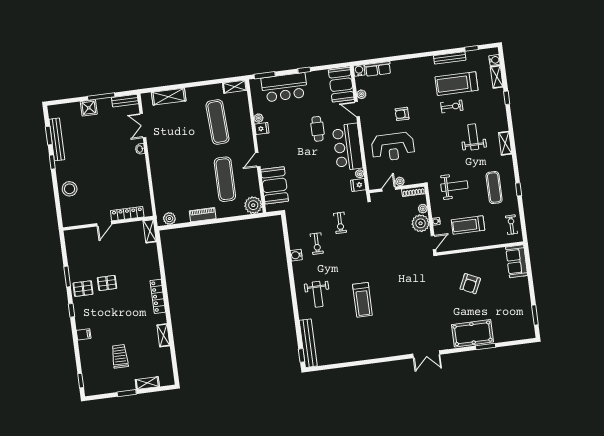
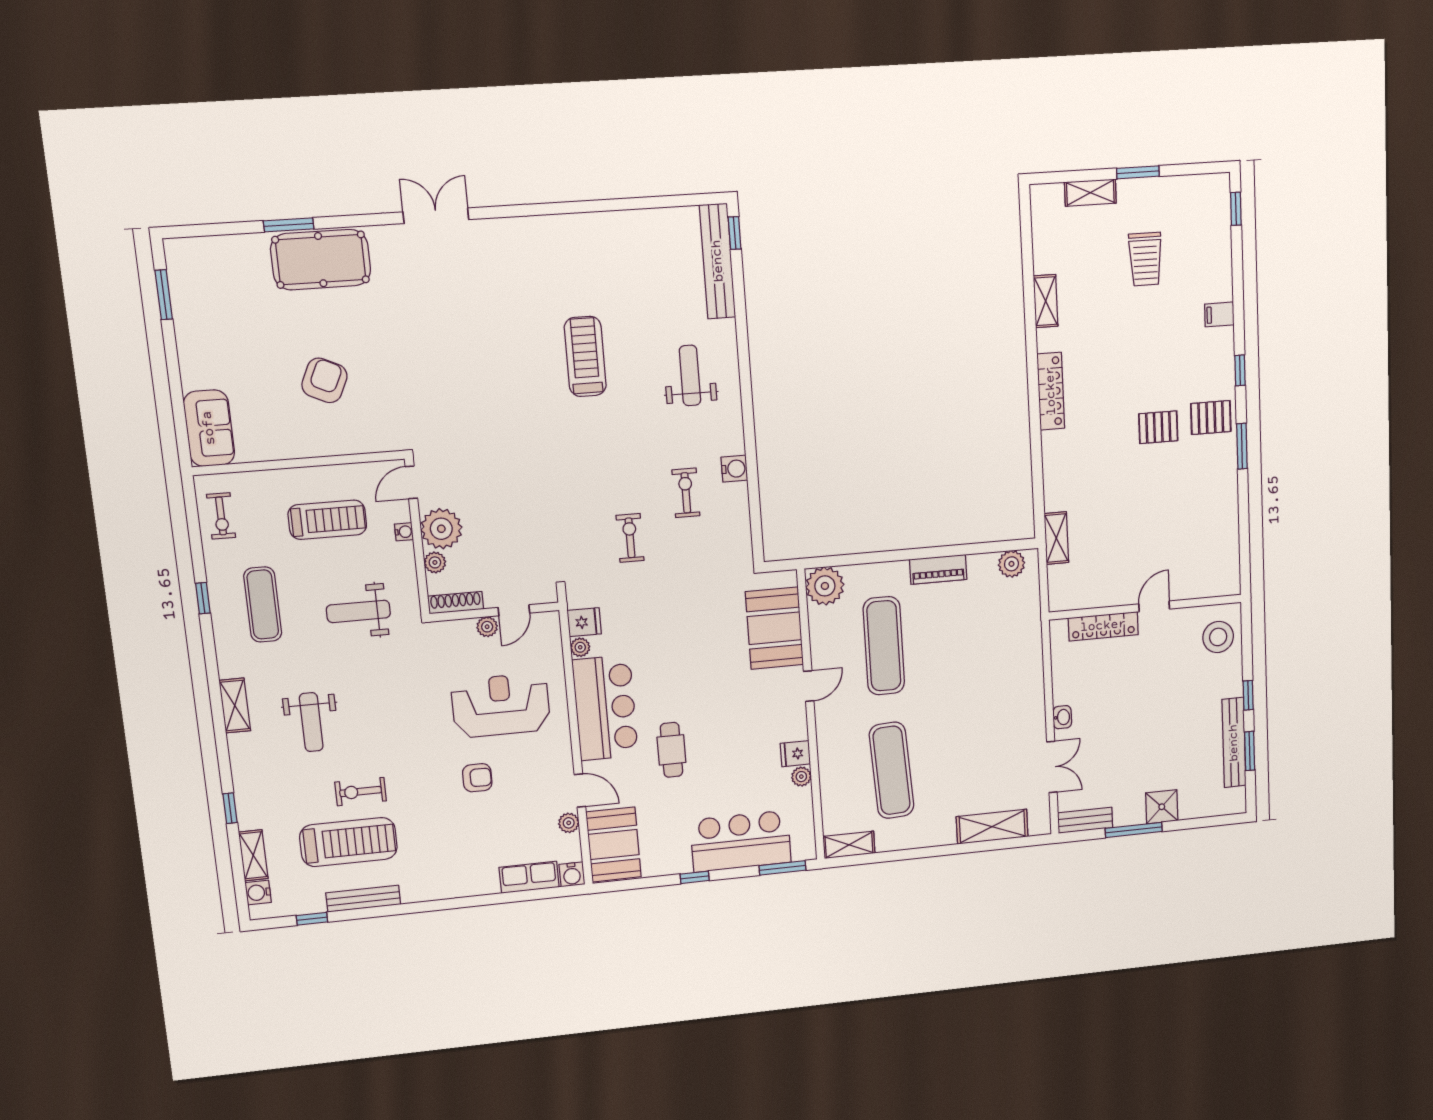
locker: (127, 214) -> (1103, 626), moved
wall: (108, 223) -> (1146, 607), moved
door: (104, 224) -> (1154, 606), moved

